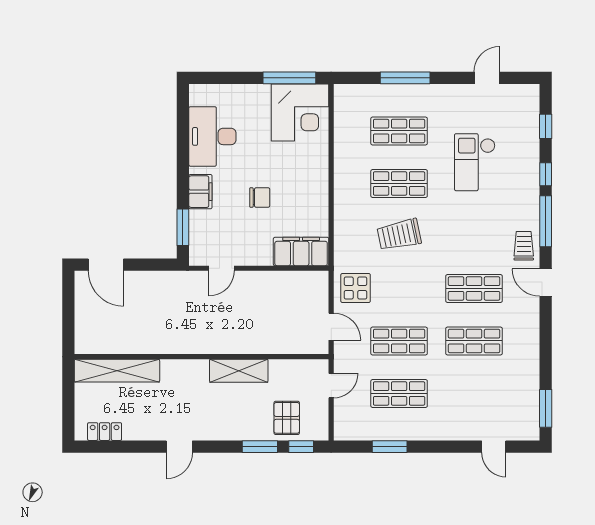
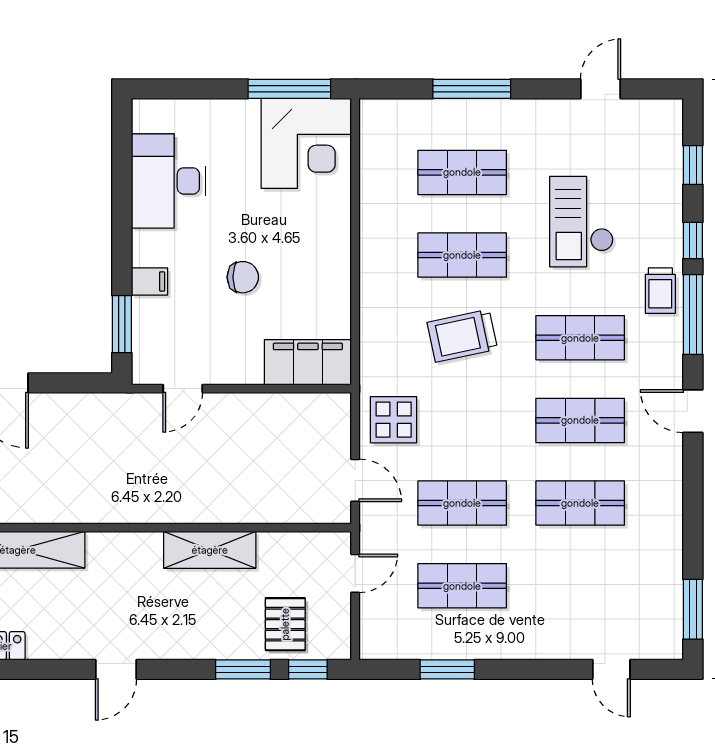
filing cabinet: (200, 192) -> (149, 281), width x0.50
shop shelf: (474, 236) -> (580, 338), added
trolley: (524, 246) -> (660, 291), moved, turned 180

